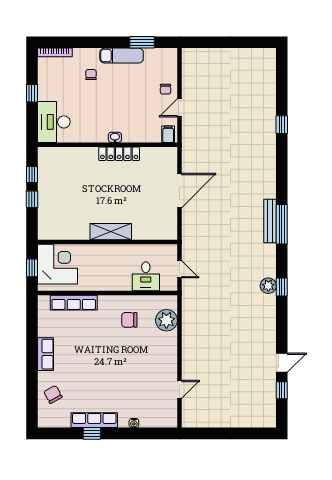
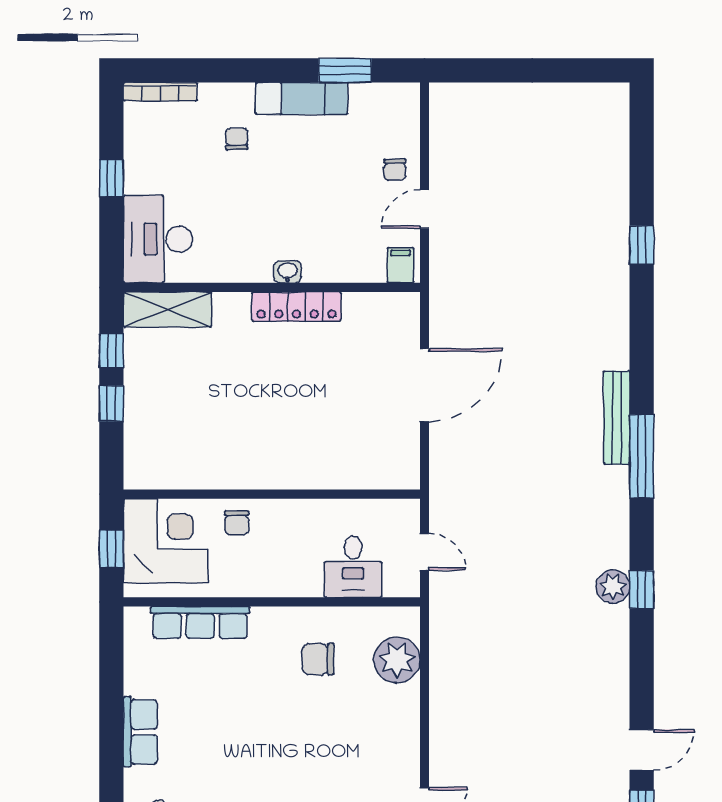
bench: (270, 221) -> (617, 418), moved
shelving: (111, 232) -> (167, 310), moved
chair: (91, 256) -> (237, 523), added

